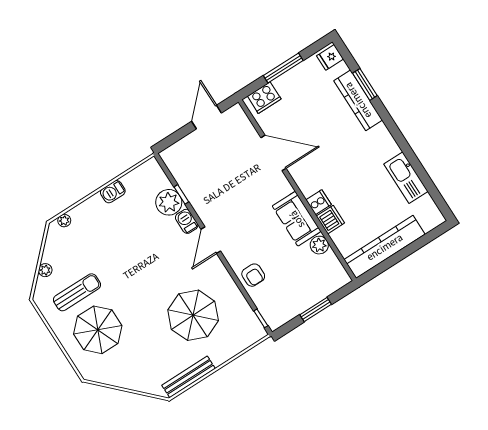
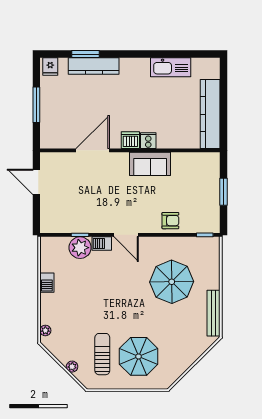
cooker: (264, 98) -> (49, 132), removed
dishwasher: (330, 220) -> (130, 140), moved
plant: (319, 245) -> (179, 160), removed

